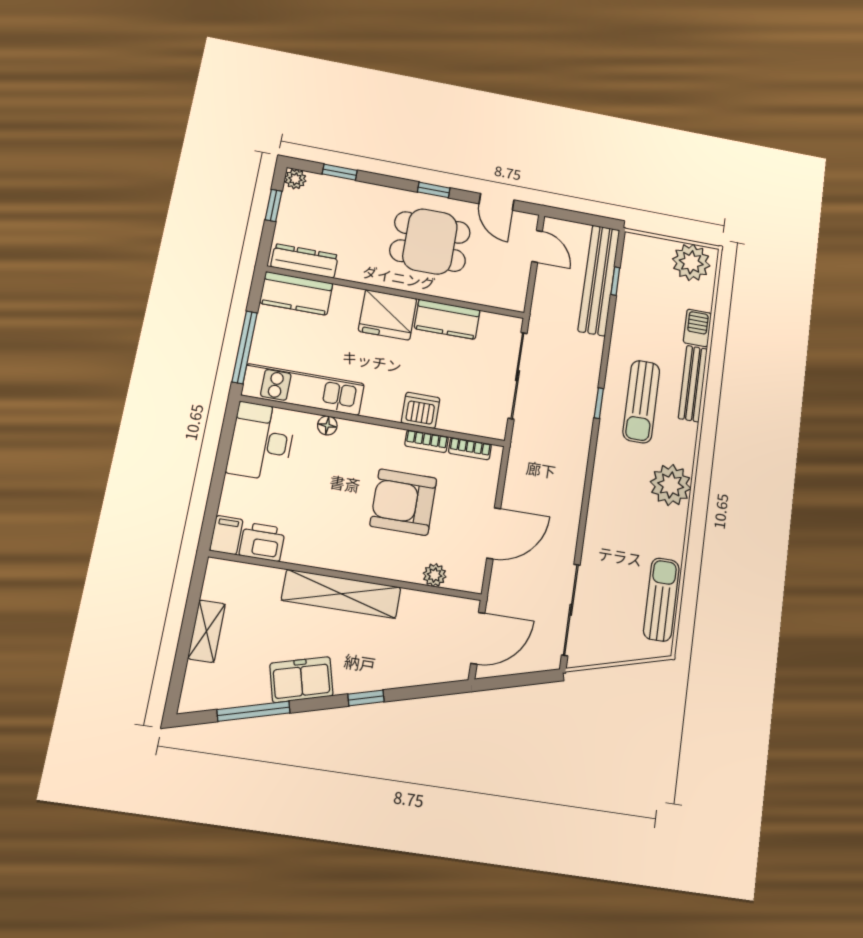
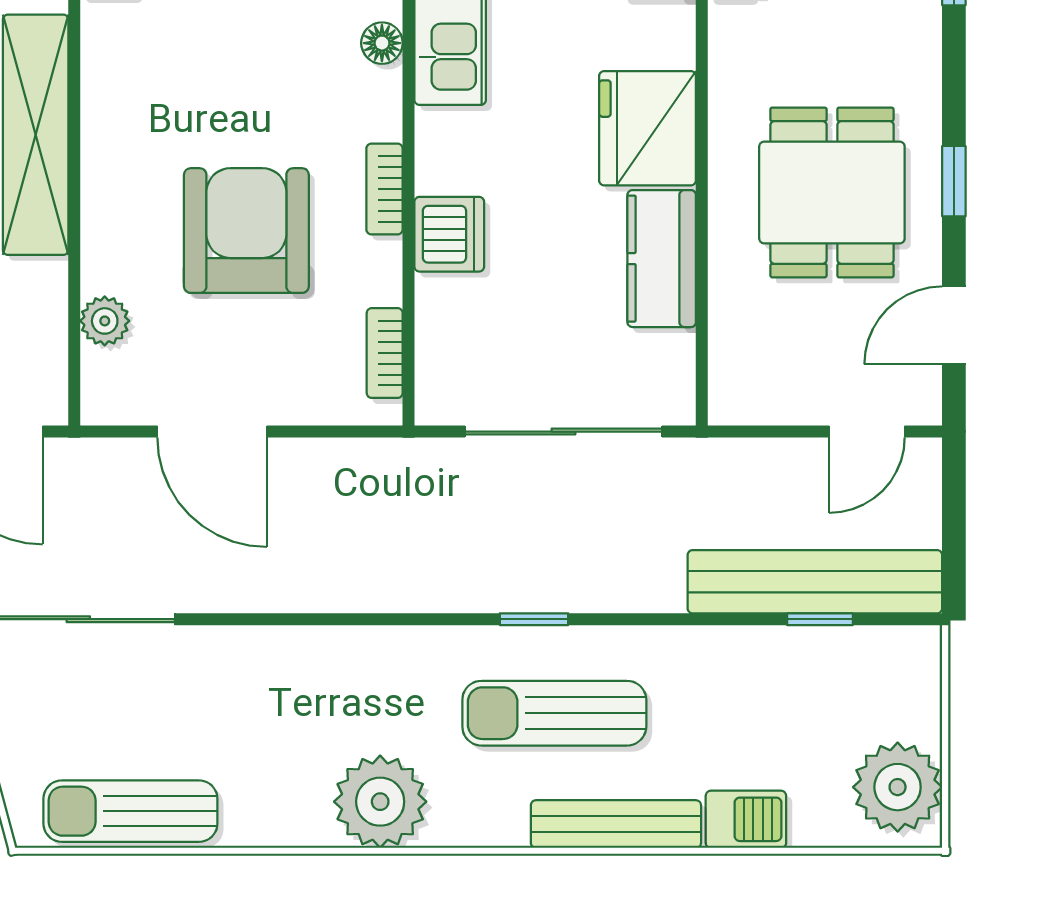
bookcase: (427, 441) -> (385, 189), moved
sun lounger: (661, 599) -> (130, 811), turned 180

